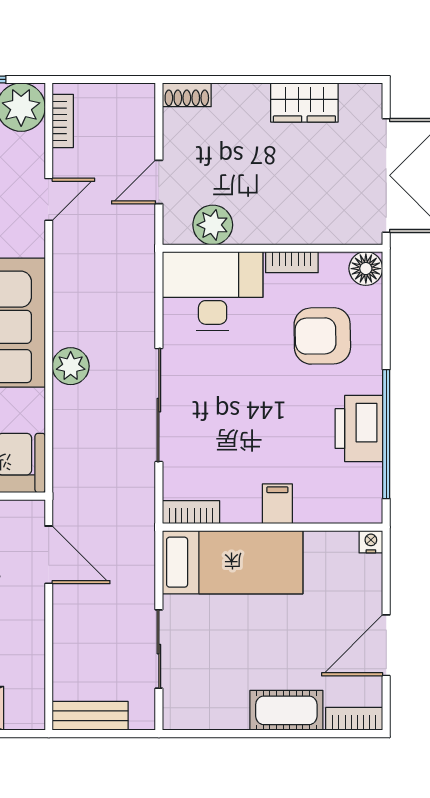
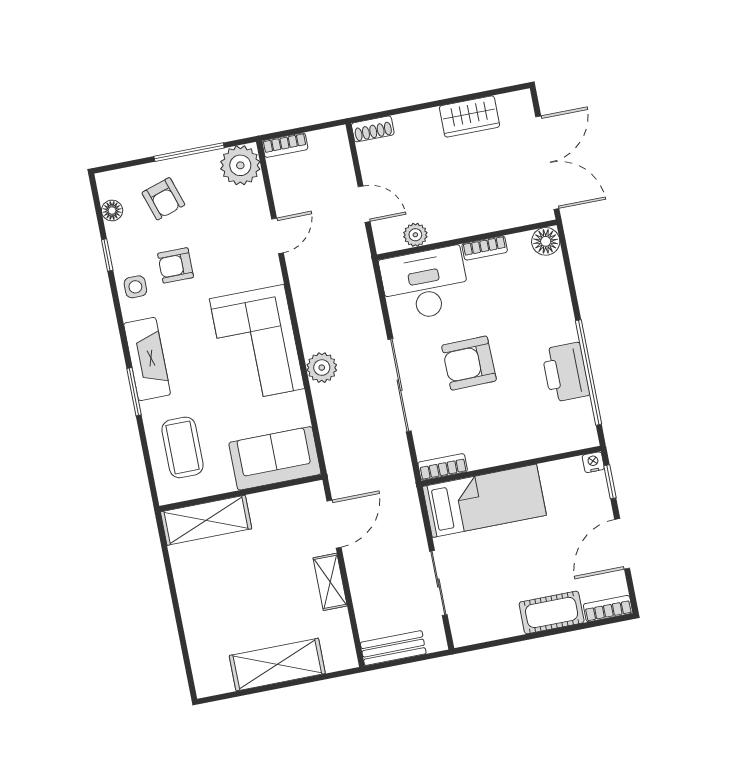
bookcase: (63, 121) -> (285, 145), moved, turned 90
door: (159, 182) -> (364, 204), swing flipped
plant: (213, 225) -> (415, 235), width x0.73, depth x0.73
armchair: (322, 336) -> (469, 363), moved
filing cabinet: (277, 504) -> (511, 446), removed
door: (49, 555) -> (334, 524), hinge flipped
window: (386, 569) -> (610, 482), added
shelving: (31, 622) -> (330, 582), added

